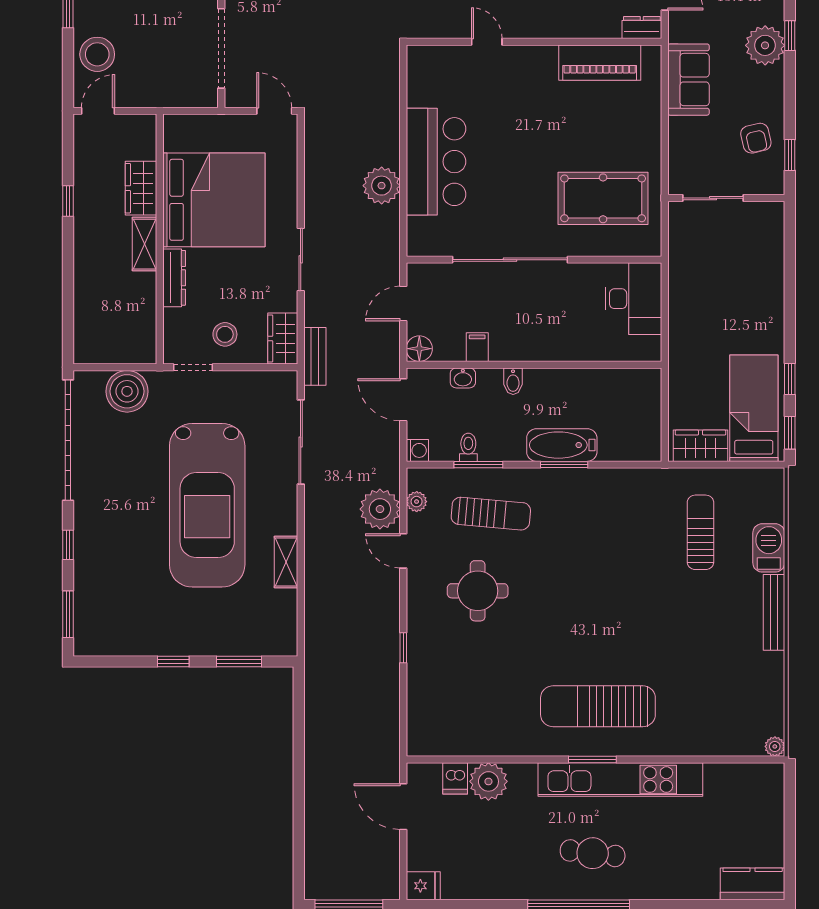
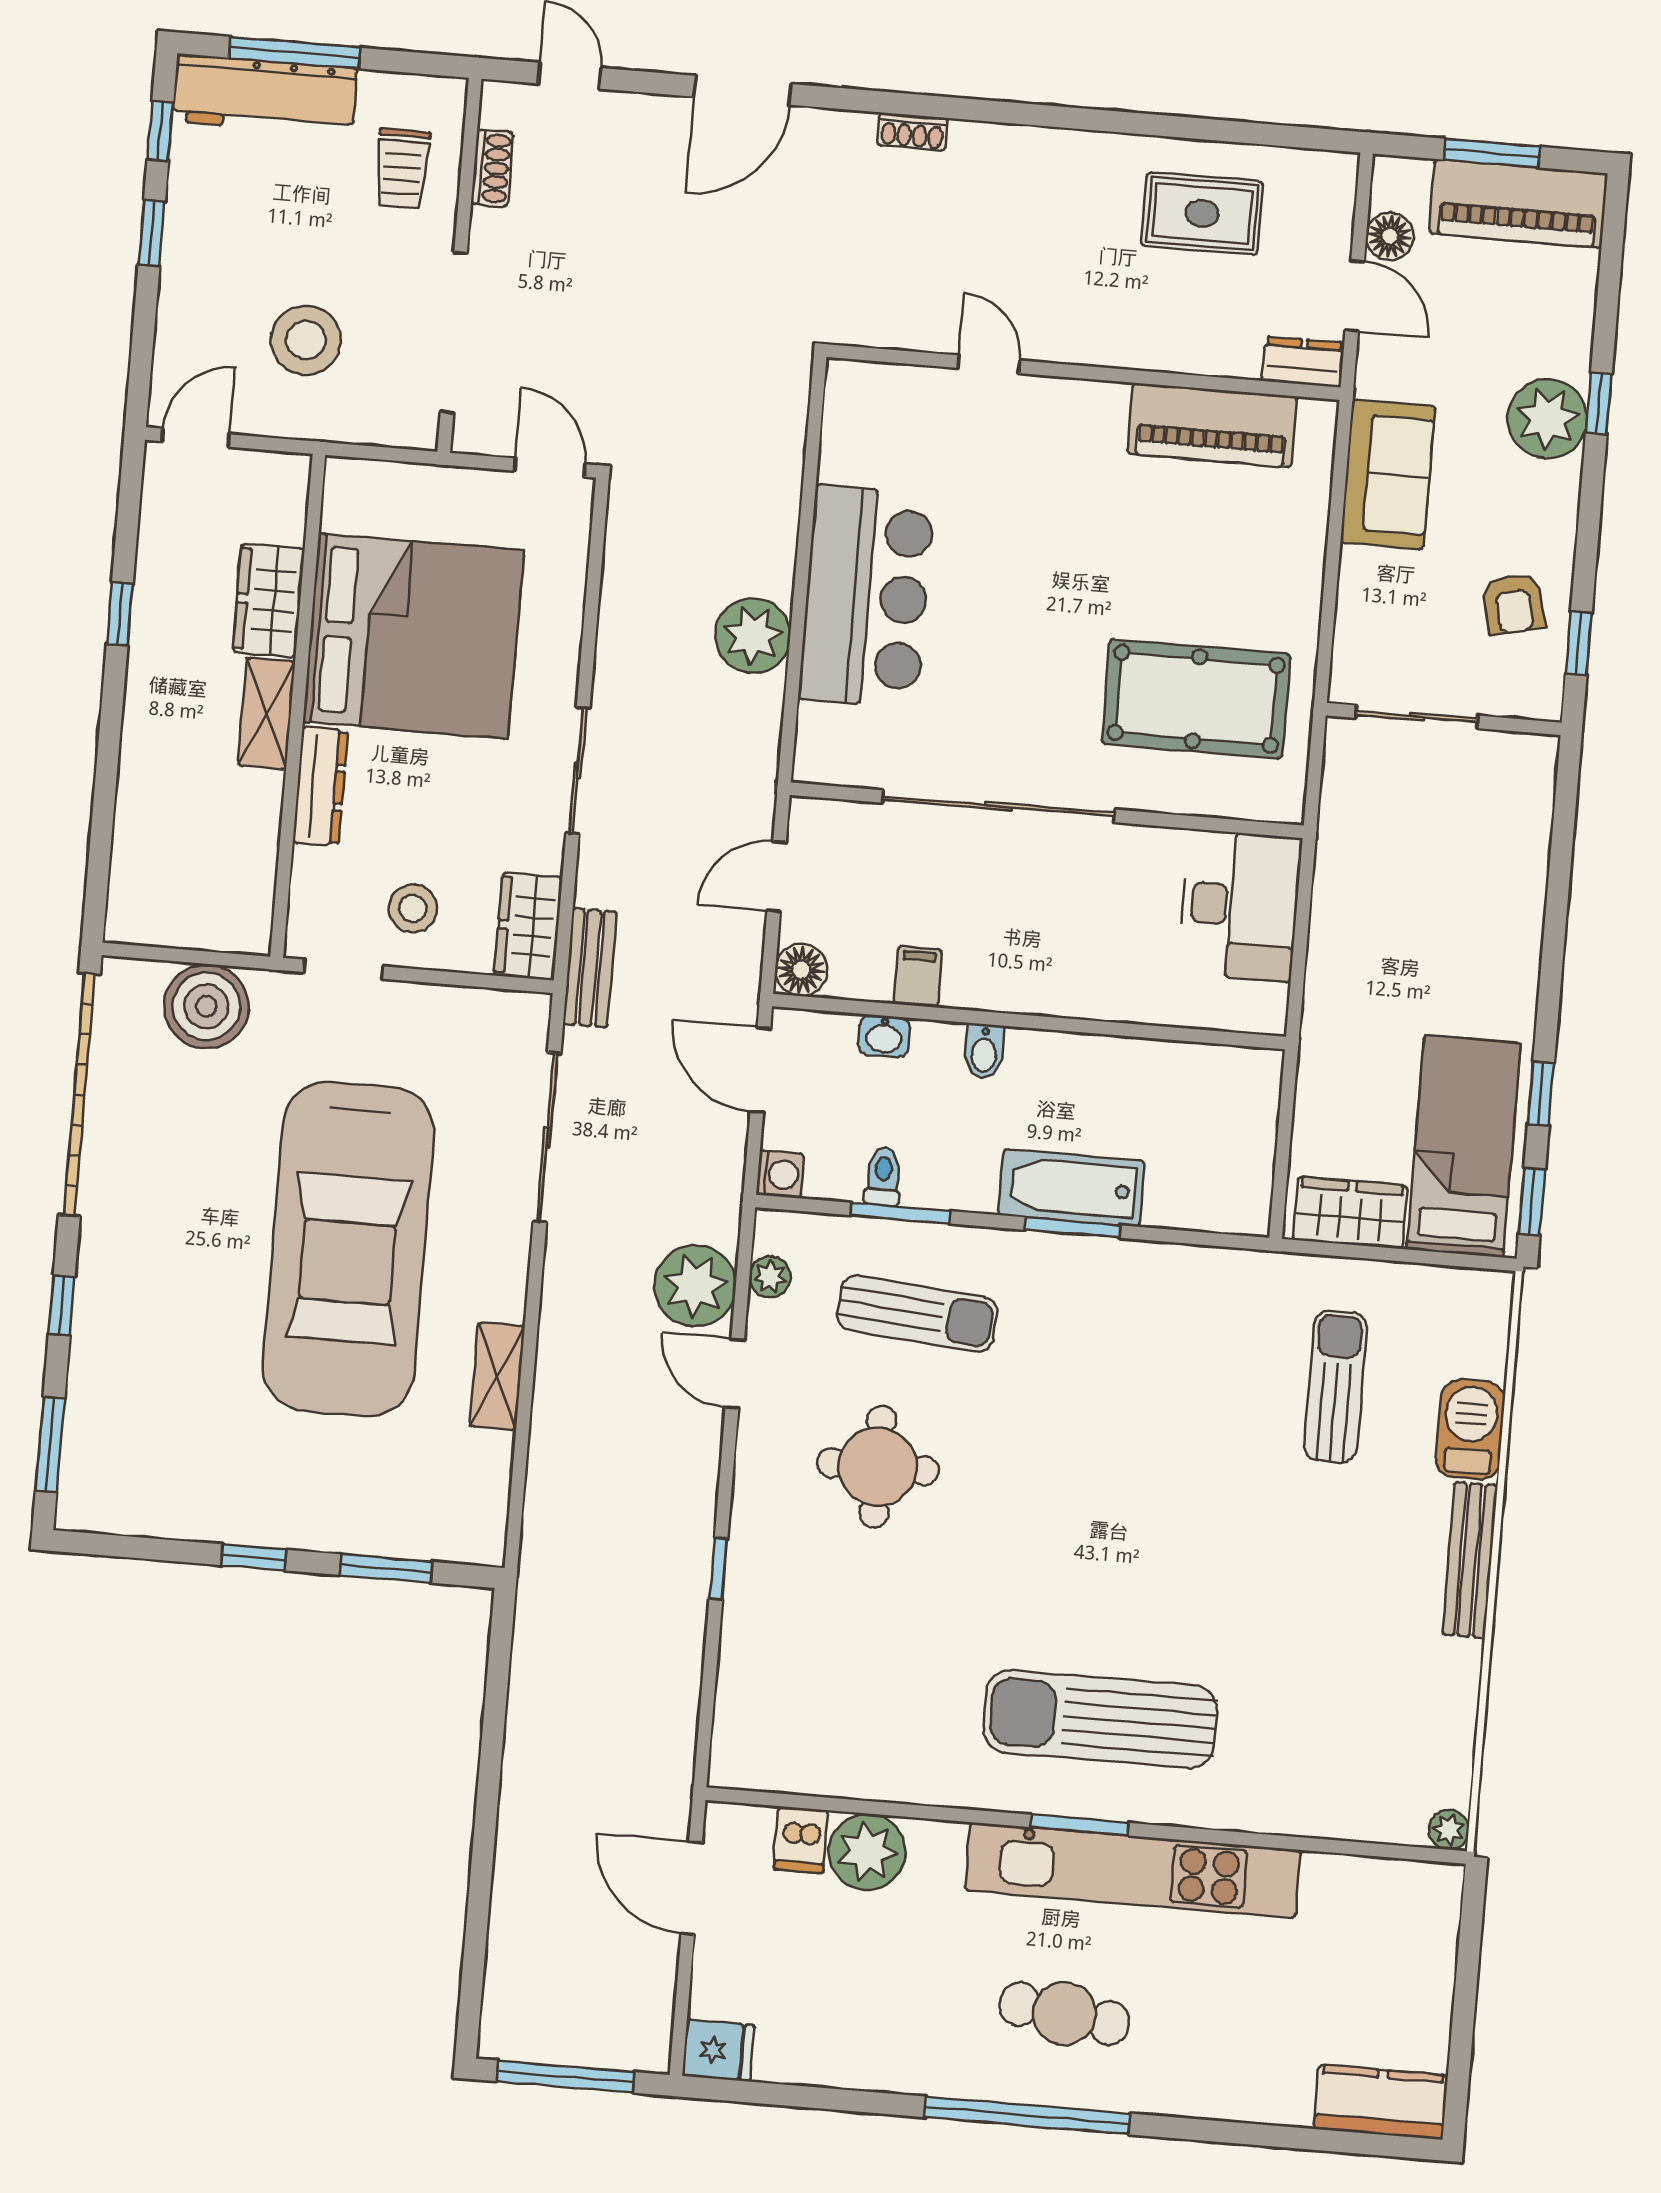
stool: (97, 54) -> (306, 340), moved

